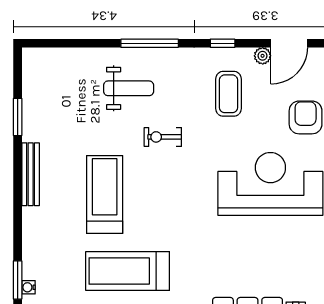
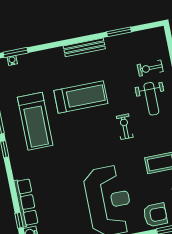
exercise bike: (82, 81) -> (150, 68), added
treadmill: (128, 271) -> (35, 121), turned 180

